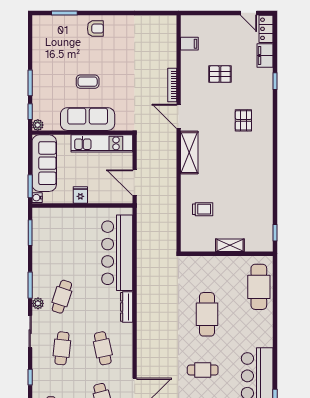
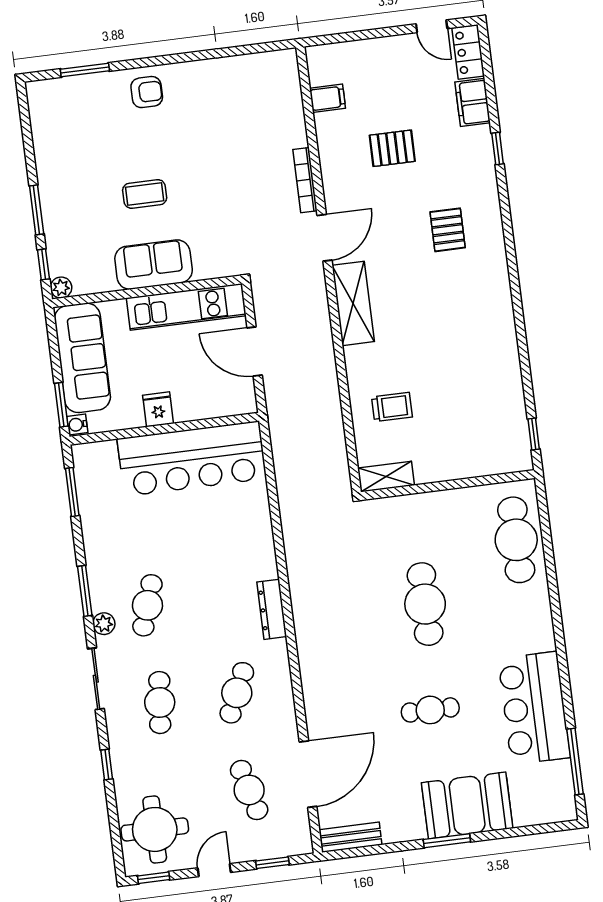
door: (179, 116) -> (325, 238), swing flipped
sofa: (88, 119) -> (154, 265), width x0.73
door: (135, 183) -> (255, 352), moved
shelving: (230, 245) -> (386, 477), moved
bar counter: (117, 253) -> (192, 459), moved, turned -90
cafe table: (103, 348) -> (237, 693), turned 36

